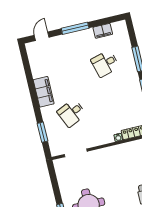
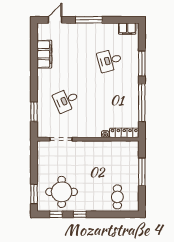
filing cabinet: (103, 31) -> (127, 29), moved
filing cabinet: (44, 92) -> (44, 54), moved

